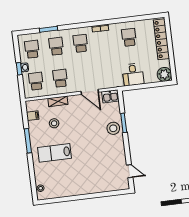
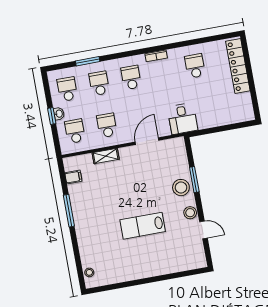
plant: (164, 74) -> (244, 112), removed
desk: (133, 75) -> (182, 119), moved
door: (90, 92) -> (147, 141), swing flipped
kitchen sink: (110, 96) -> (175, 145), removed
stool: (54, 123) -> (190, 213), moved
lab bench: (55, 153) -> (143, 226), moved
door: (130, 171) -> (203, 230), moved

